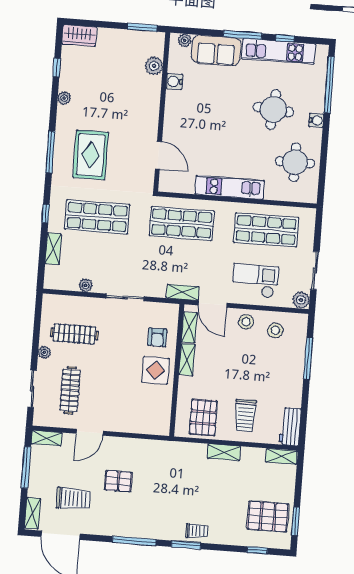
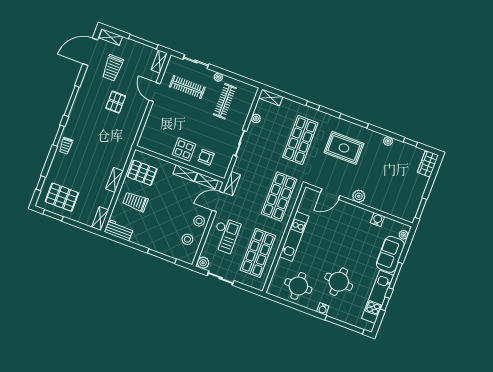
plant: (154, 66) -> (359, 196), moved
shelving: (53, 249) -> (271, 97), moved
pallet: (268, 516) -> (62, 197), turned 90

